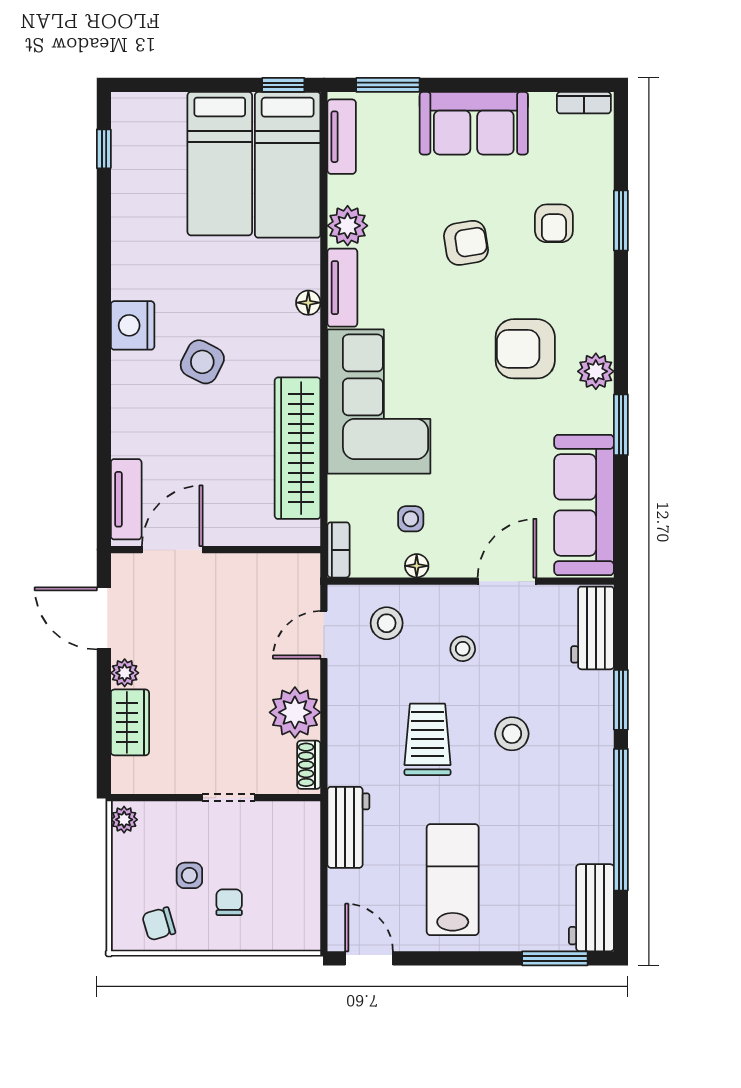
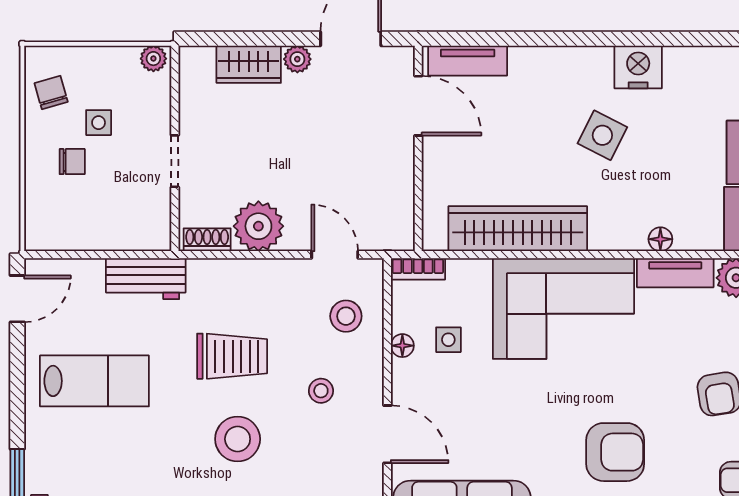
armchair: (525, 349) -> (615, 452), turned 90
stool: (512, 734) -> (238, 439), width x1.38, depth x1.38

